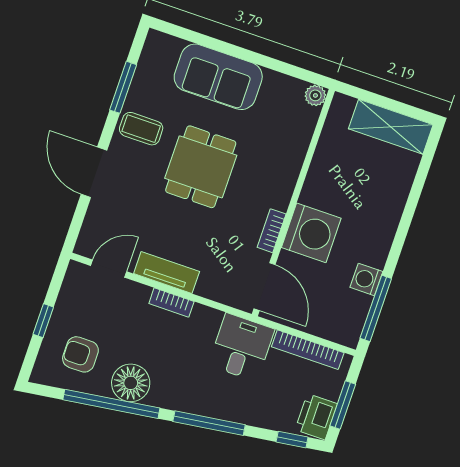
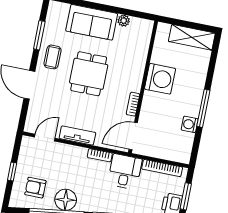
plant: (315, 95) -> (124, 21), moved
coffee table: (141, 129) -> (52, 57), turned 90
washing machine: (311, 233) -> (160, 79), moved
door: (264, 287) -> (133, 136), swing flipped
bookcase: (171, 302) -> (100, 155), moved
window: (376, 308) -> (203, 108), moved

